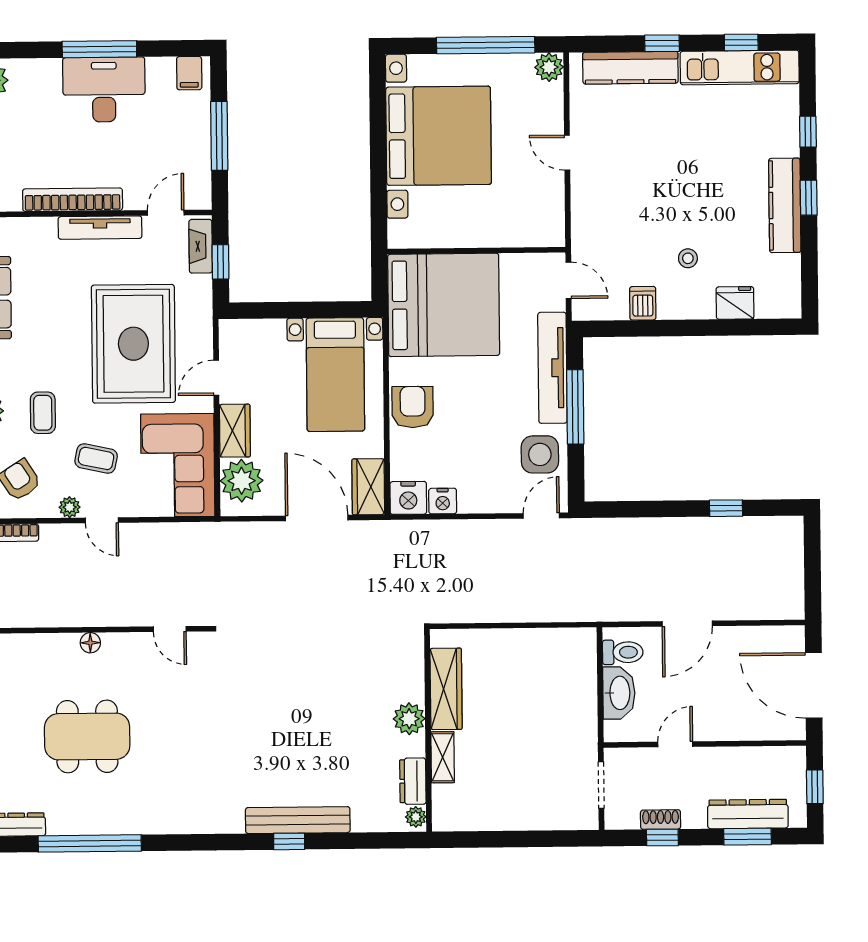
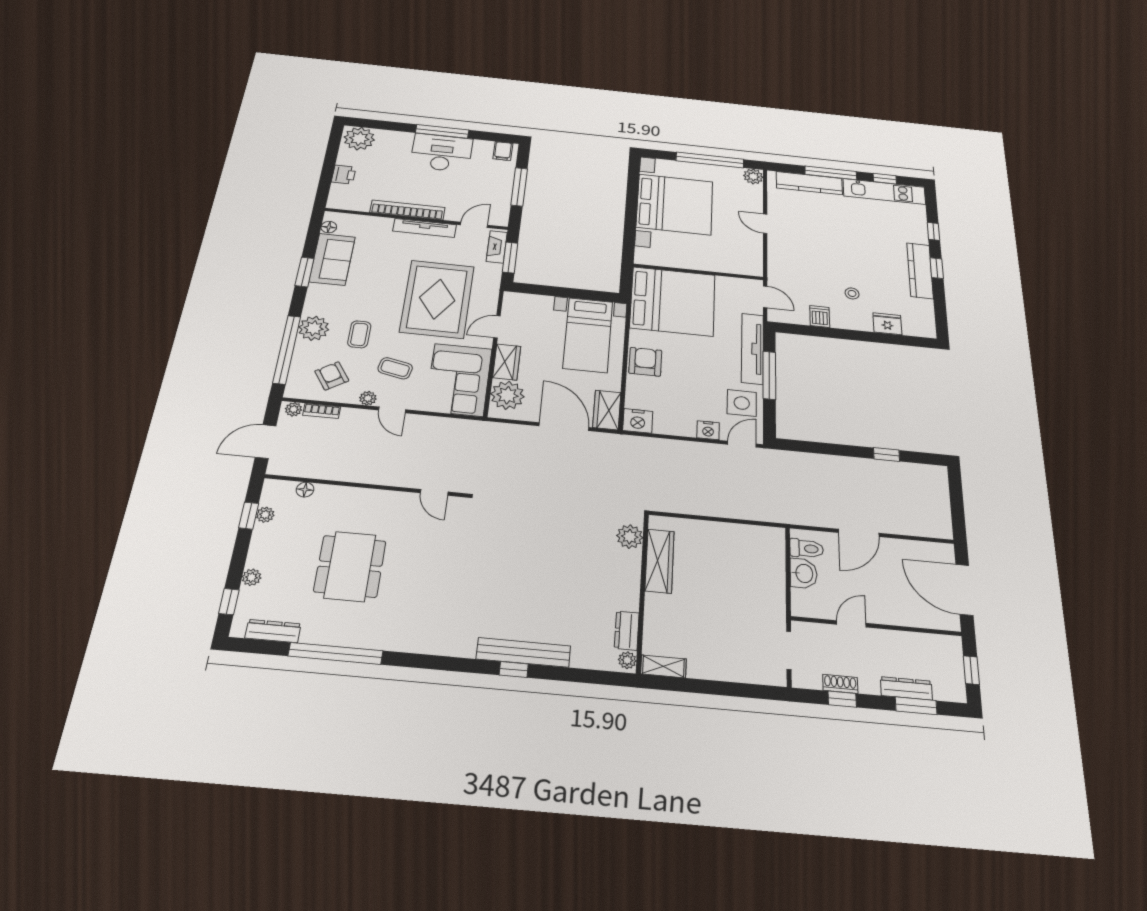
window: (662, 43) -> (831, 173), width x2.17
window: (220, 262) -> (510, 258), width x1.50
nightstand: (443, 501) -> (708, 430), moved
floor lamp: (90, 643) -> (305, 490), moved
washbasin: (619, 693) -> (804, 573), width x0.72
plant: (409, 719) -> (630, 537), moved
dining table: (87, 736) -> (350, 566), turned 90
shelving: (443, 757) -> (663, 666), moved, turned 90
dresser: (748, 814) -> (906, 688), width x0.73, depth x0.80

